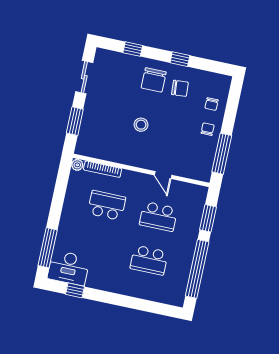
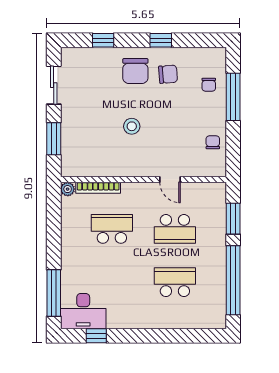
chair: (208, 129) -> (213, 142), moved
window: (222, 154) -> (233, 97), moved
school desk: (149, 260) -> (175, 282), turned 180

